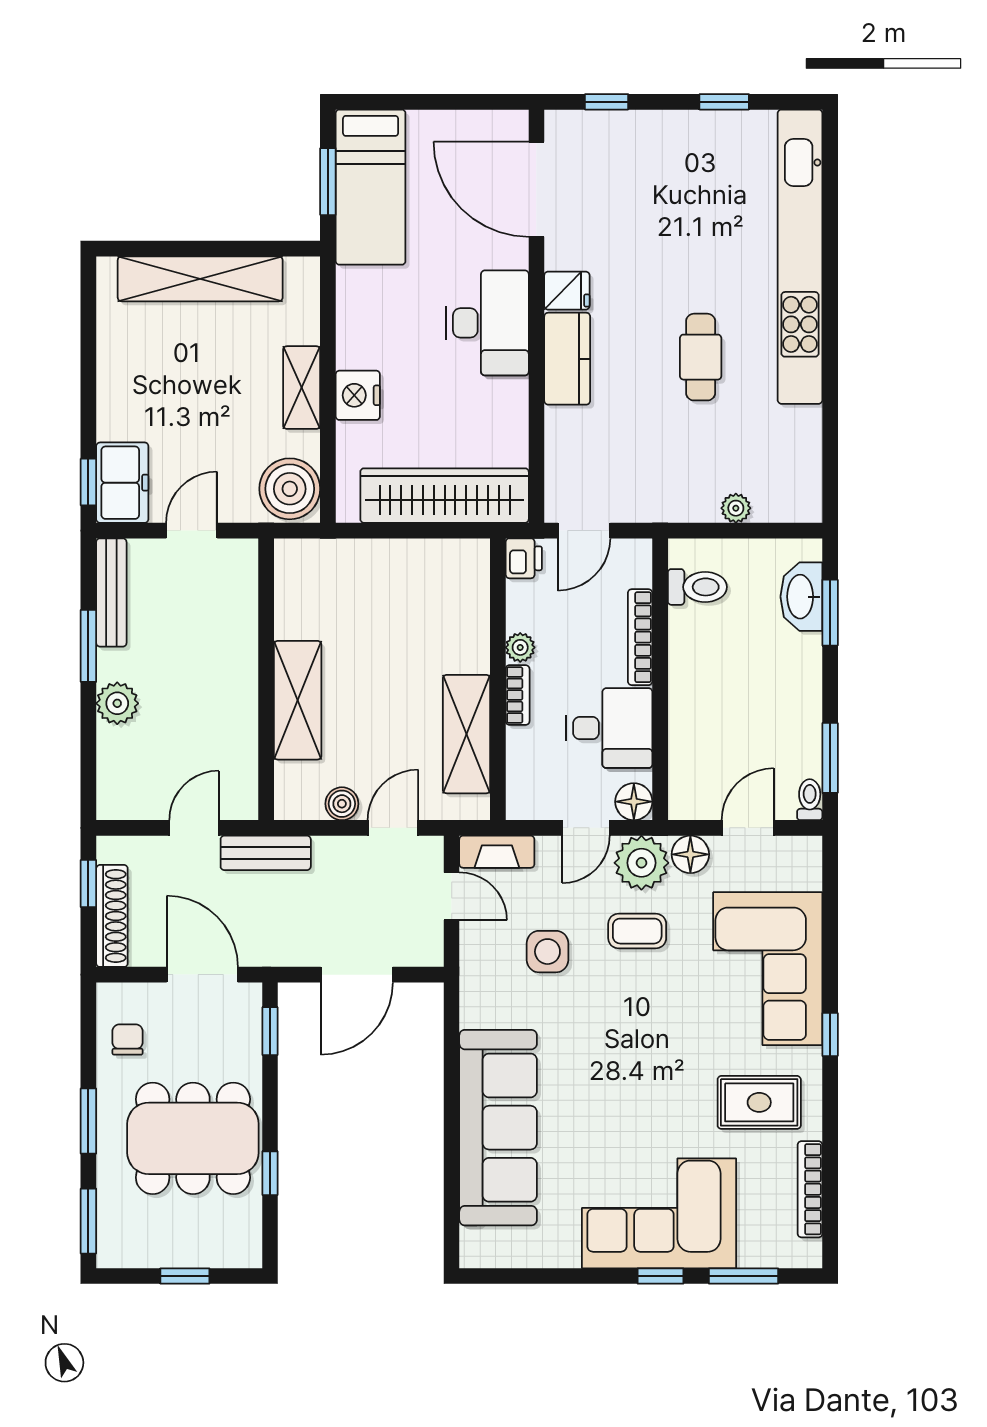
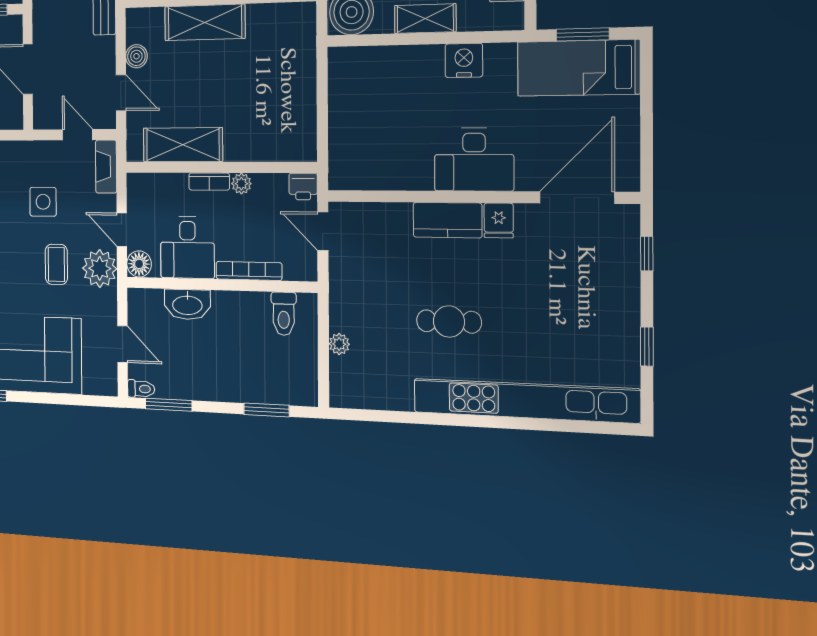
nightstand: (358, 395) -> (464, 60), moved
wardrobe: (445, 496) -> (347, 128), removed
washbasin: (801, 597) -> (187, 304), moved, turned 180
floor lamp: (690, 854) -> (105, 303), removed
door: (452, 896) -> (77, 135), swing flipped

